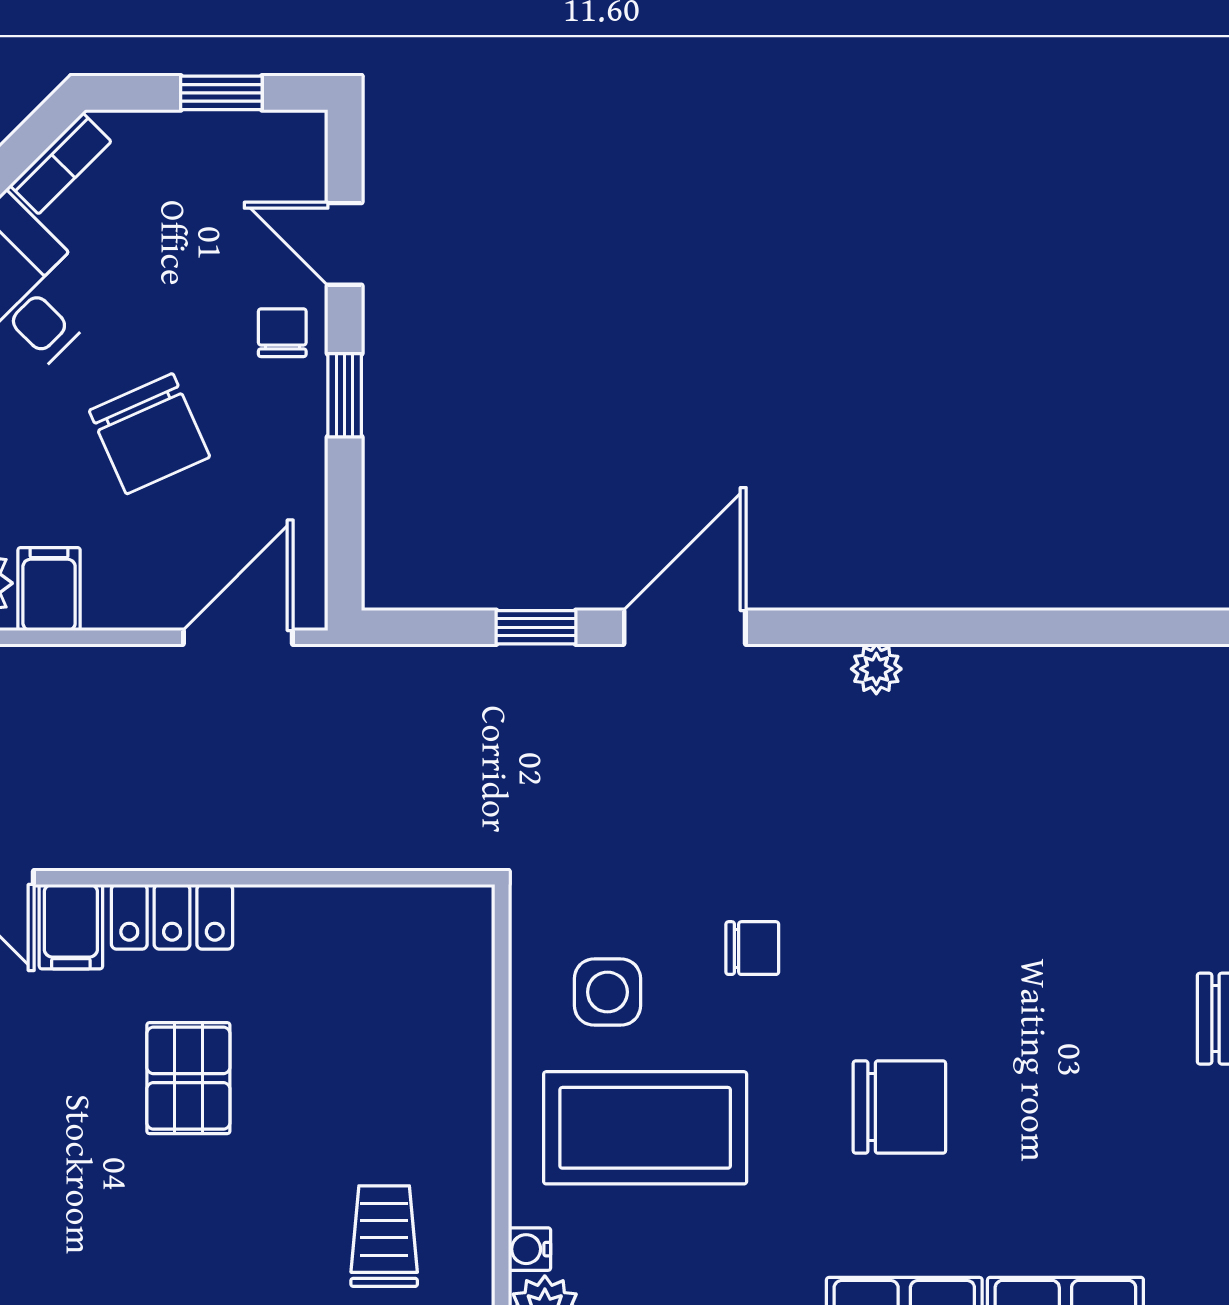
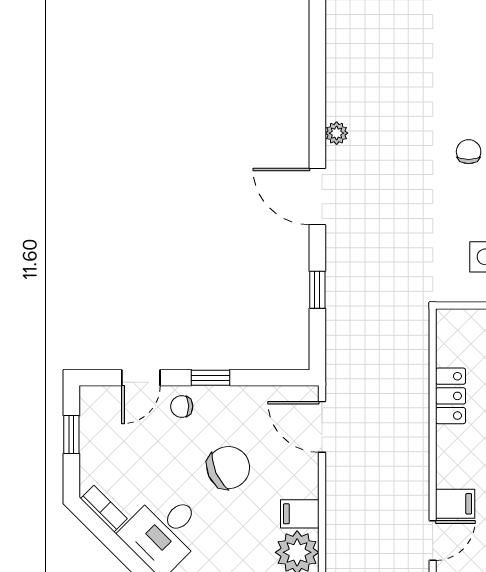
door: (685, 627) -> (317, 196), moved
locker: (172, 917) -> (451, 396), moved
chair: (752, 948) -> (469, 152), moved

